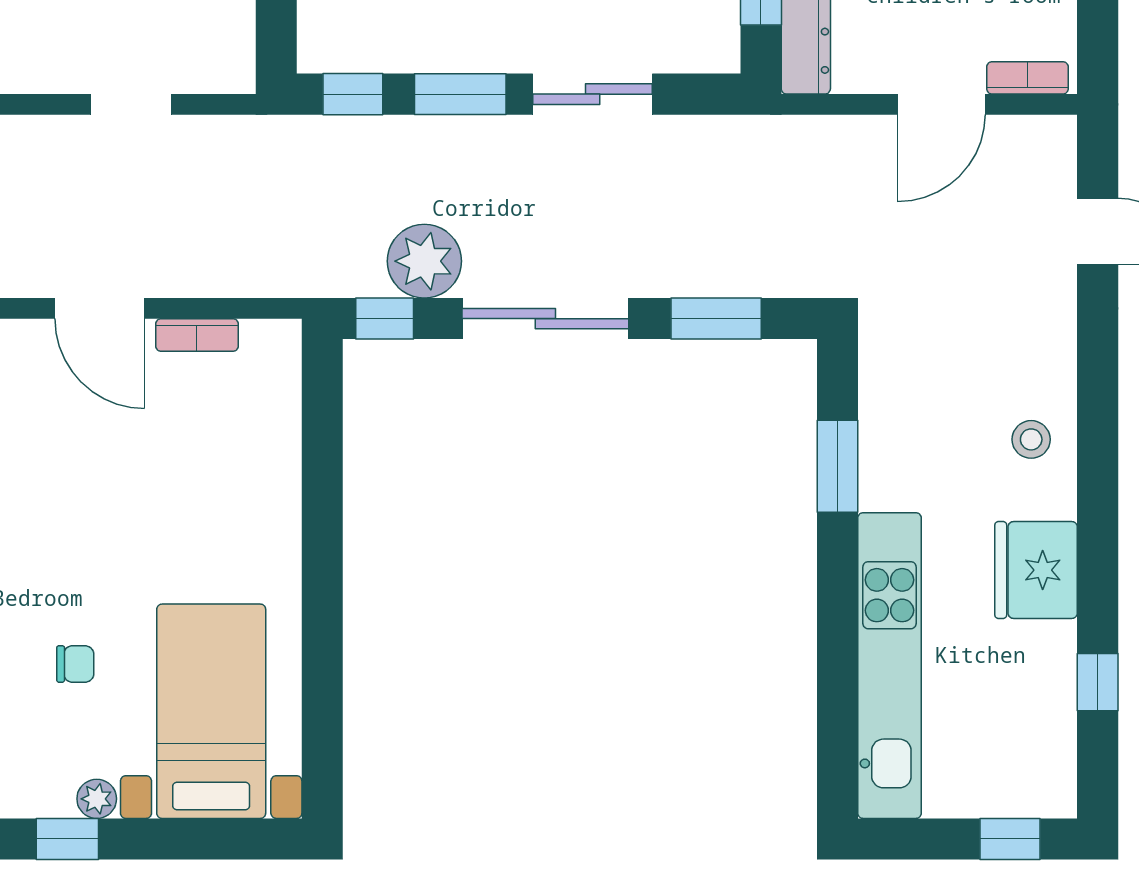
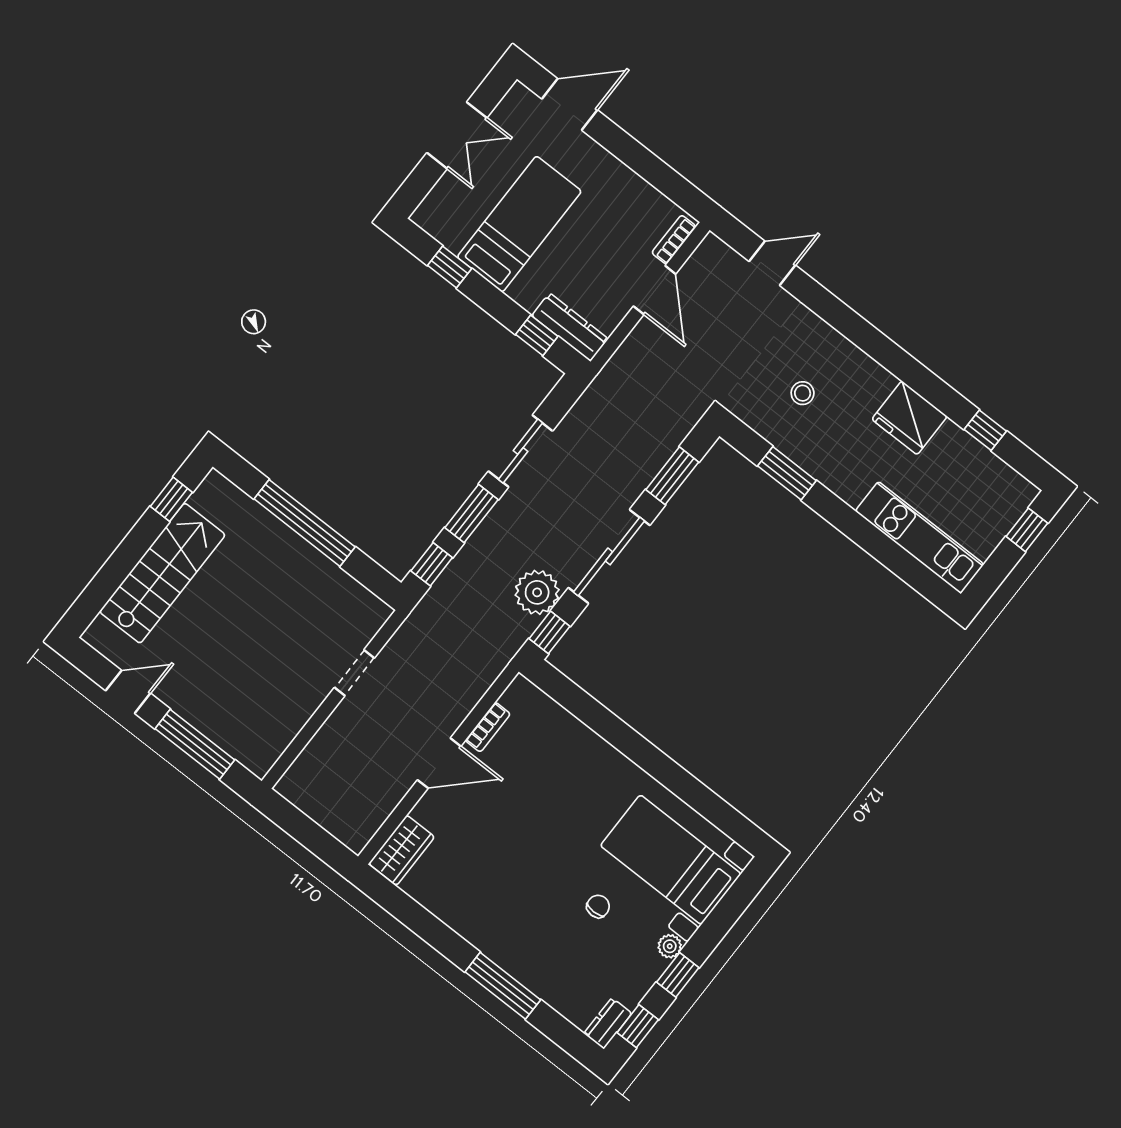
stool: (1031, 439) -> (803, 393), moved
kitchen unit: (889, 666) -> (920, 538), width x0.73

